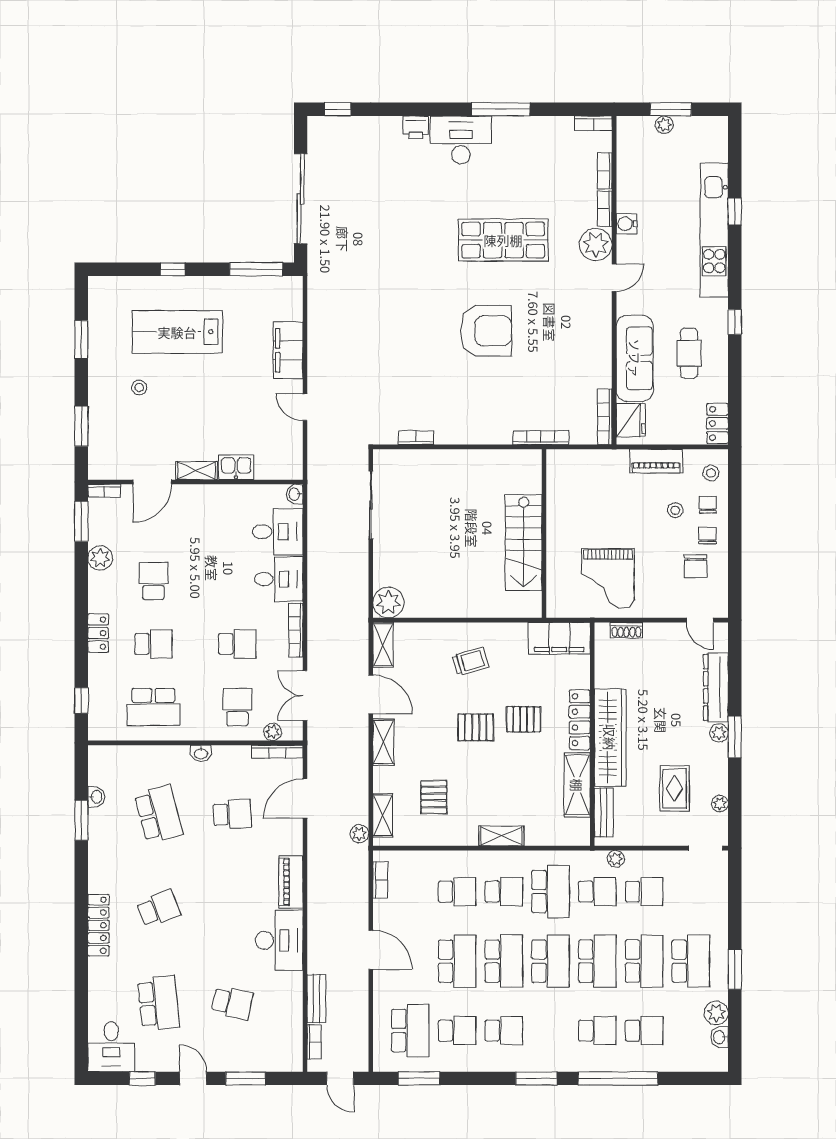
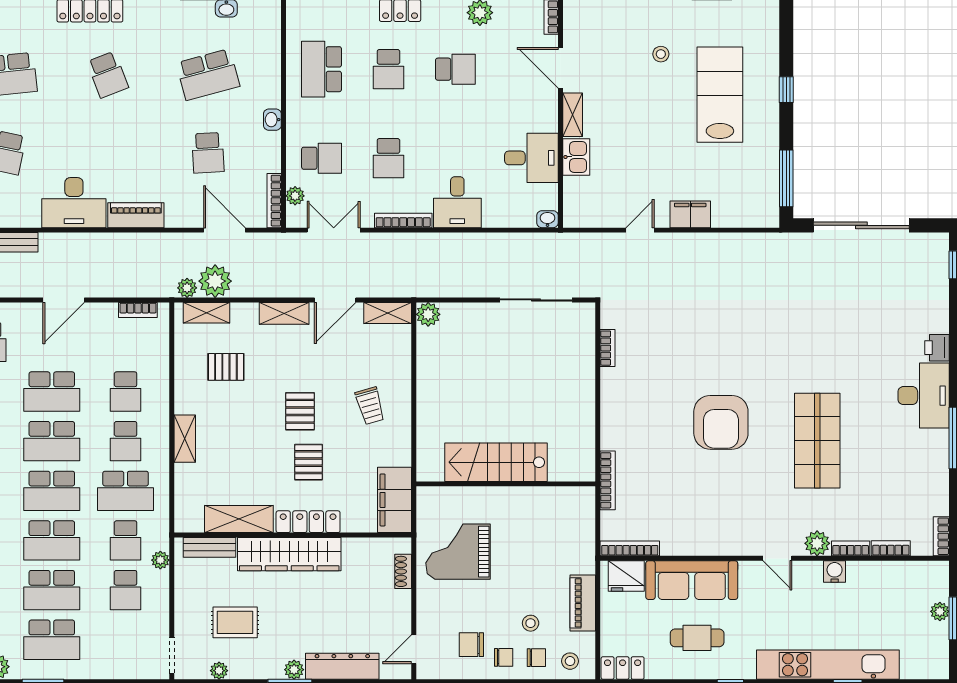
plant: (596, 245) -> (817, 543), width x0.73, depth x0.73
filing cabinet: (288, 350) -> (690, 214), width x0.67, depth x0.86
desk: (278, 532) -> (531, 158), moved, turned -90
plant: (388, 602) -> (428, 314), width x0.73, depth x0.73
plant: (353, 807) -> (215, 281), added

